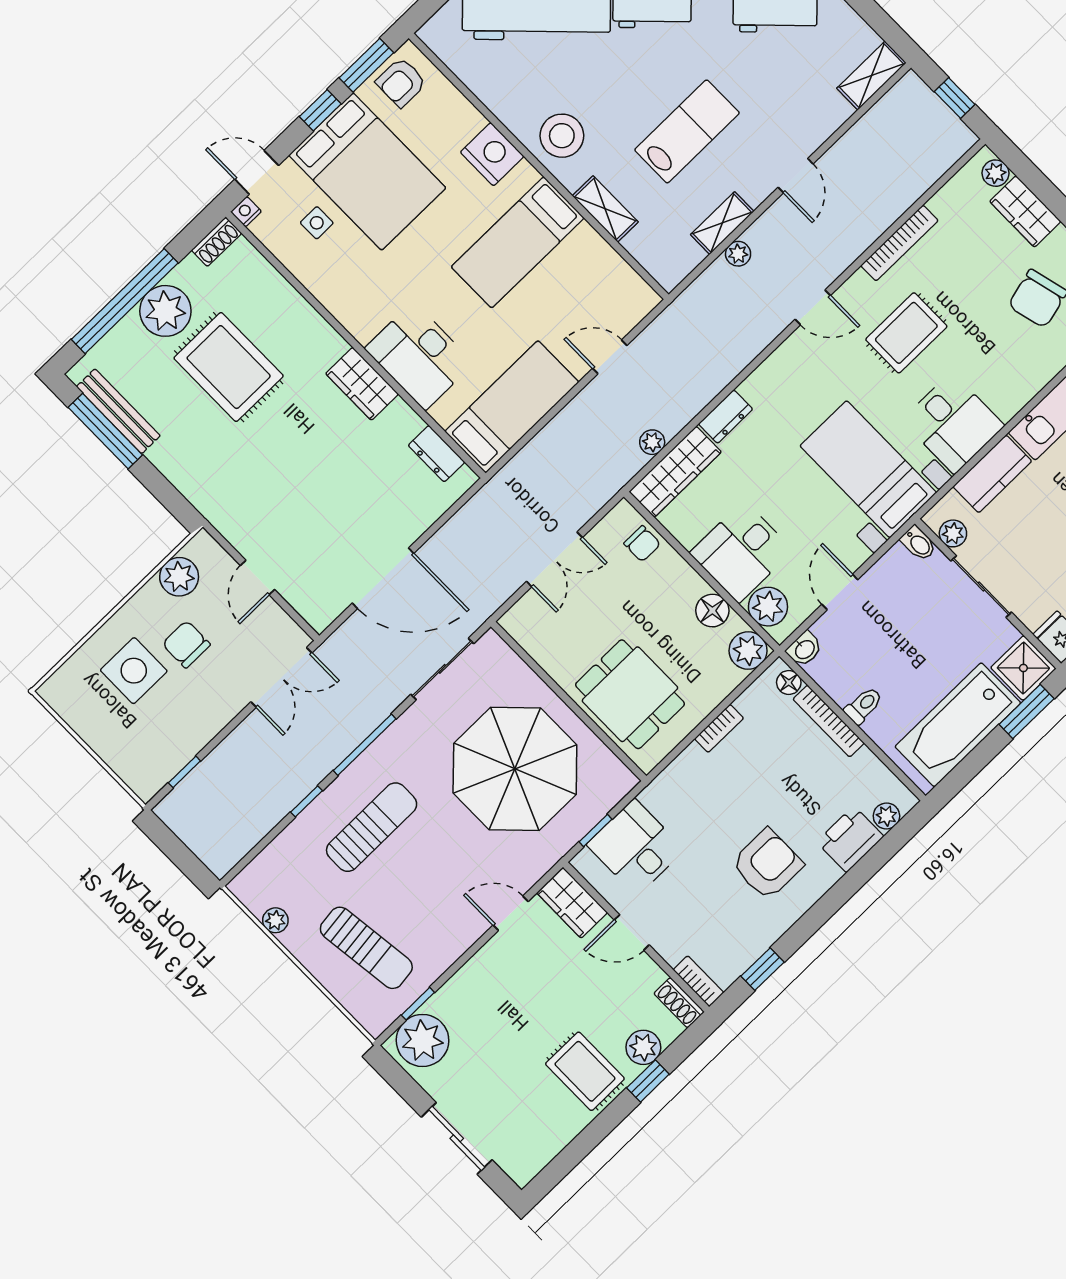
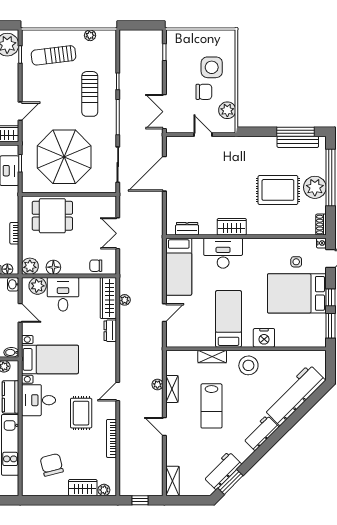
armchair: (401, 82) -> (314, 331), removed

